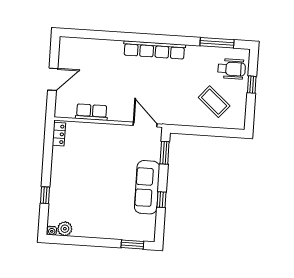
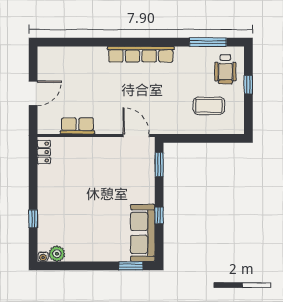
wheelchair: (232, 69) -> (225, 69), turned 90
coffee table: (214, 102) -> (209, 106), turned -41
sofa: (147, 187) -> (143, 233), moved

